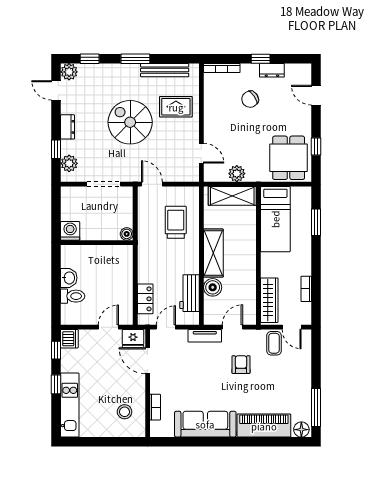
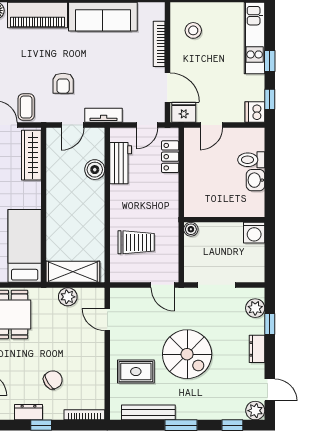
trolley: (176, 222) -> (136, 242), turned -90
shelving: (213, 253) -> (94, 208), removed
bookcase: (155, 407) -> (159, 44), width x1.56

